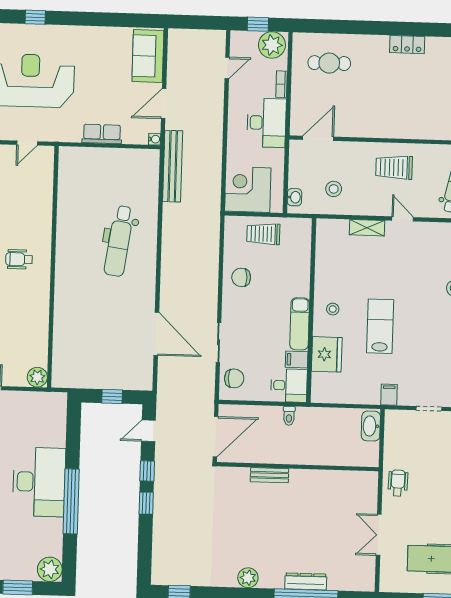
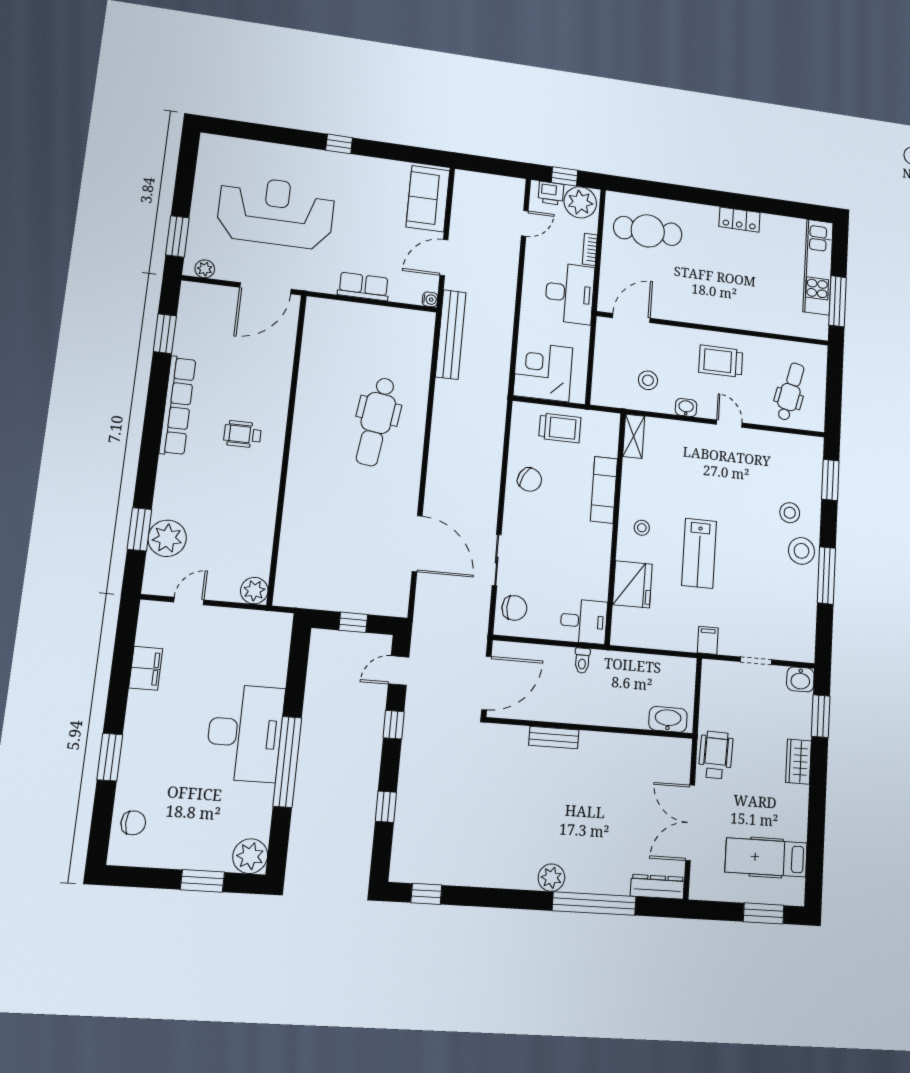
window: (35, 17) -> (339, 144), moved
printer: (247, 40) -> (551, 193), added
cafe table: (329, 63) -> (648, 231), width x1.37, depth x1.35
door: (27, 143) -> (265, 288), width x1.87
washbasin: (294, 197) -> (686, 408), moved, turned -90
shelving: (367, 228) -> (634, 436), moved, turned 90
trolley: (263, 234) -> (560, 428), turned 180
chair: (241, 277) -> (530, 480), turned -152
exam couch: (300, 324) -> (604, 490), moved
lab bench: (380, 326) -> (699, 553), turned 180
filing cabinet: (297, 359) -> (595, 588), removed
washbasin: (371, 426) -> (668, 719), moved, turned 90
wheelchair: (398, 483) -> (716, 755), width x1.36, depth x1.37
window: (146, 503) -> (386, 807), moved
double door: (379, 535) -> (690, 823), width x1.37
plant: (248, 578) -> (551, 878), moved
dresser: (306, 581) -> (657, 887), moved

